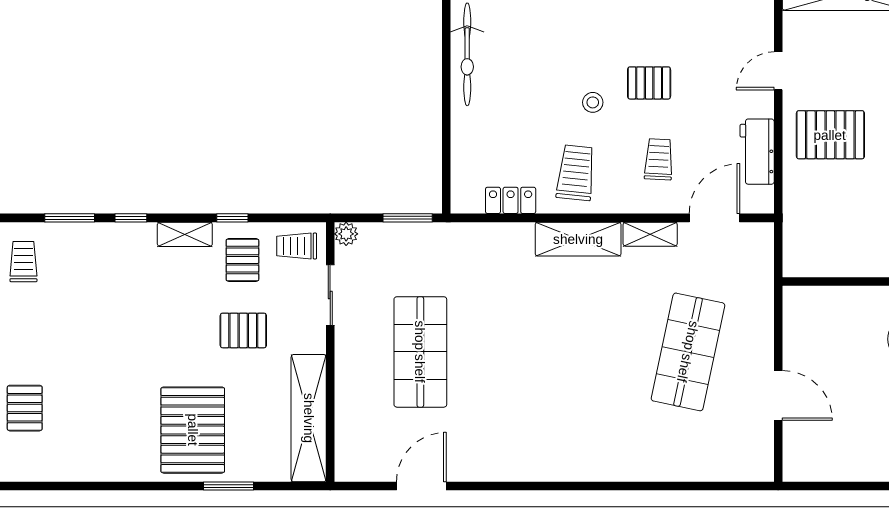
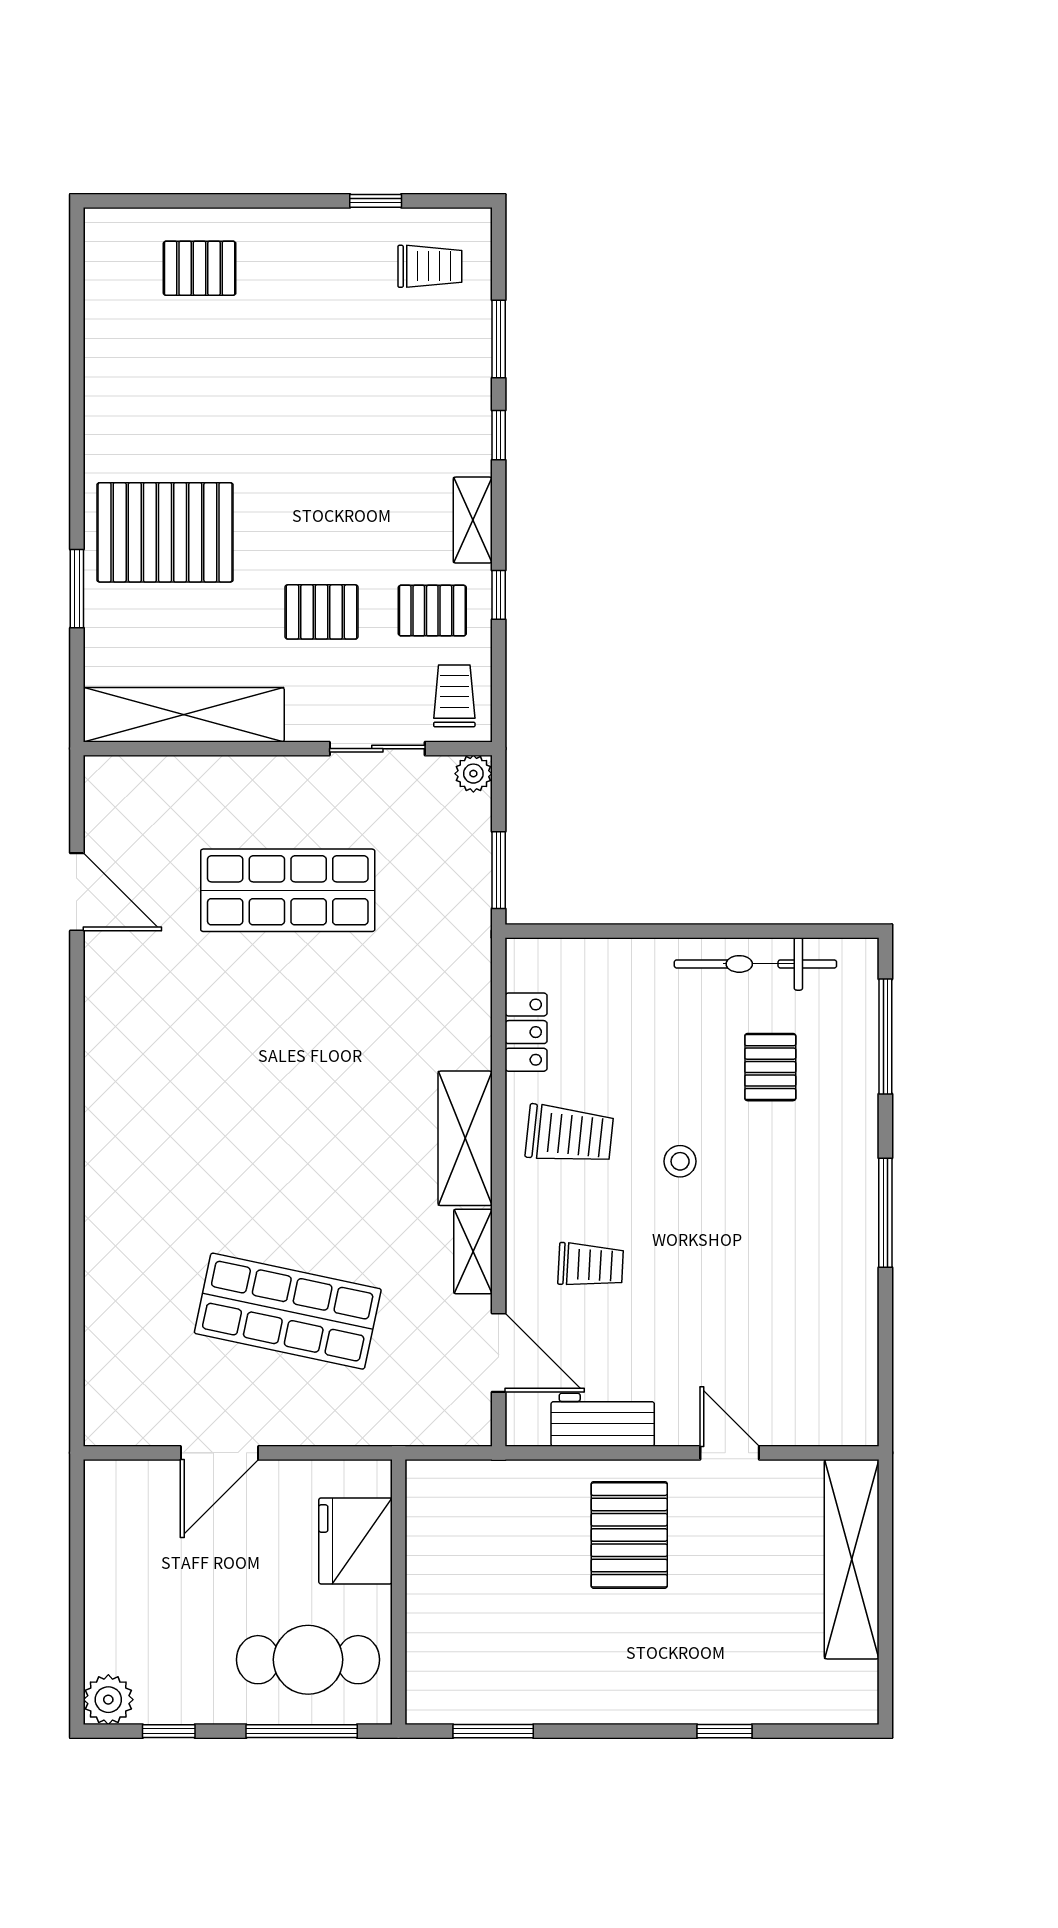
pallet: (649, 83) -> (770, 1067), moved
fridge: (834, 309) -> (355, 1541), added
pallet: (243, 330) -> (322, 612), turned 90

